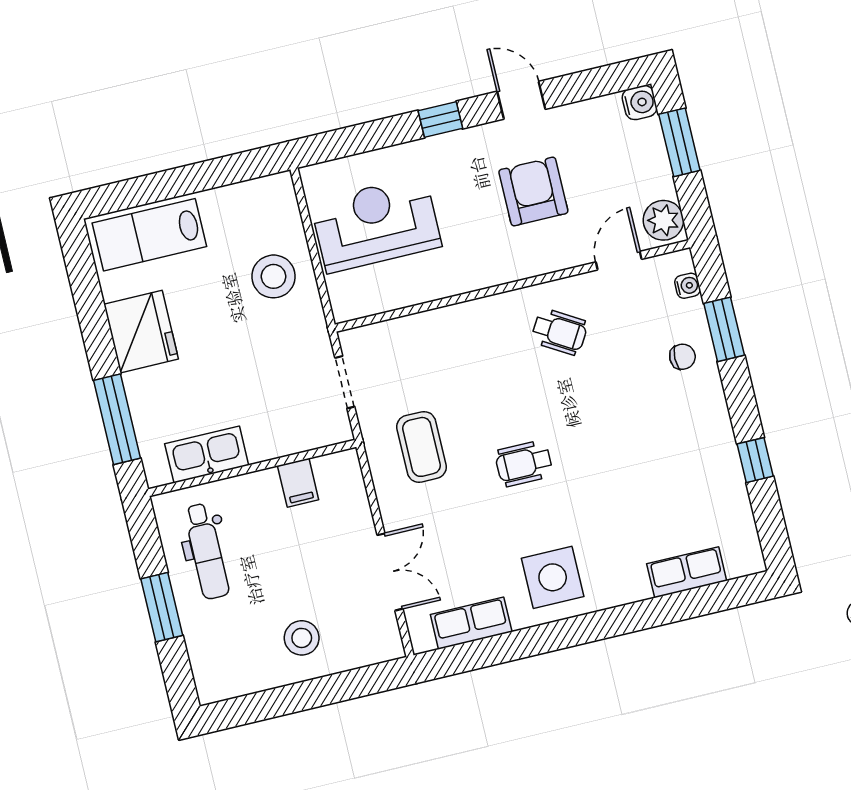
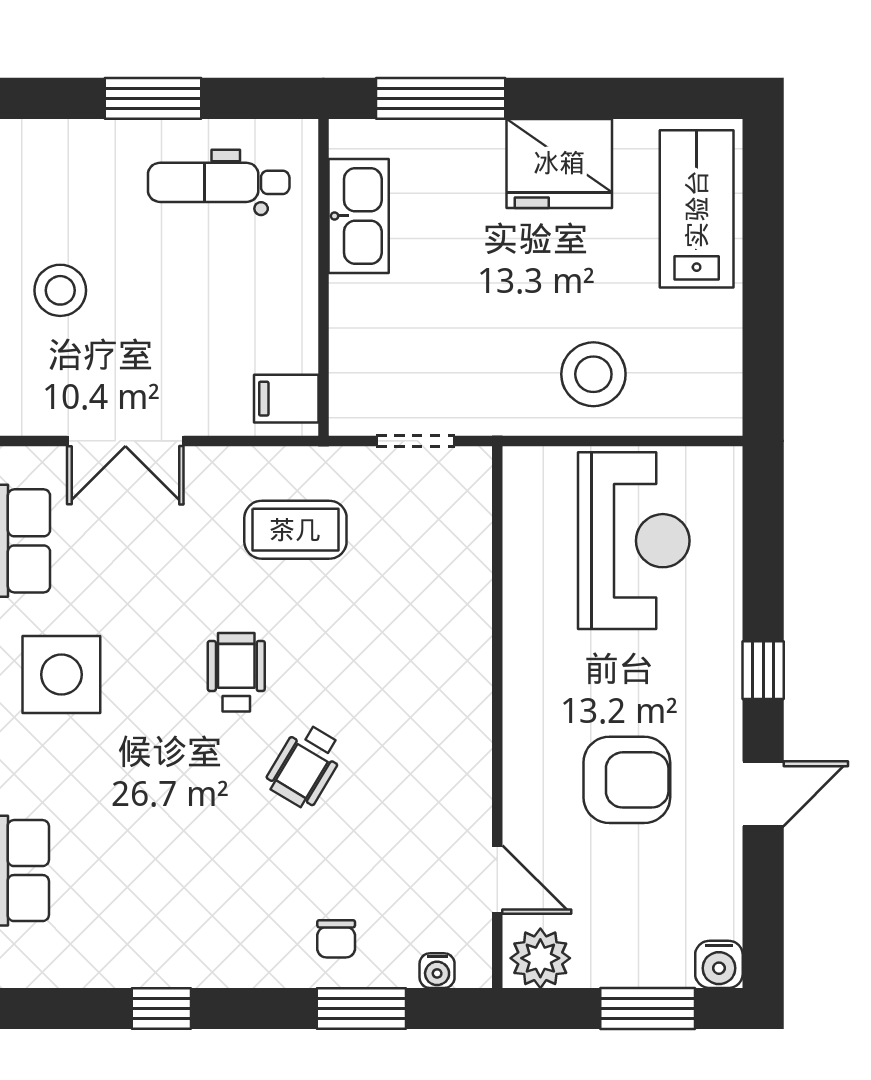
wheelchair: (559, 332) -> (305, 766), moved
filing cabinet: (298, 483) -> (286, 399), moved

